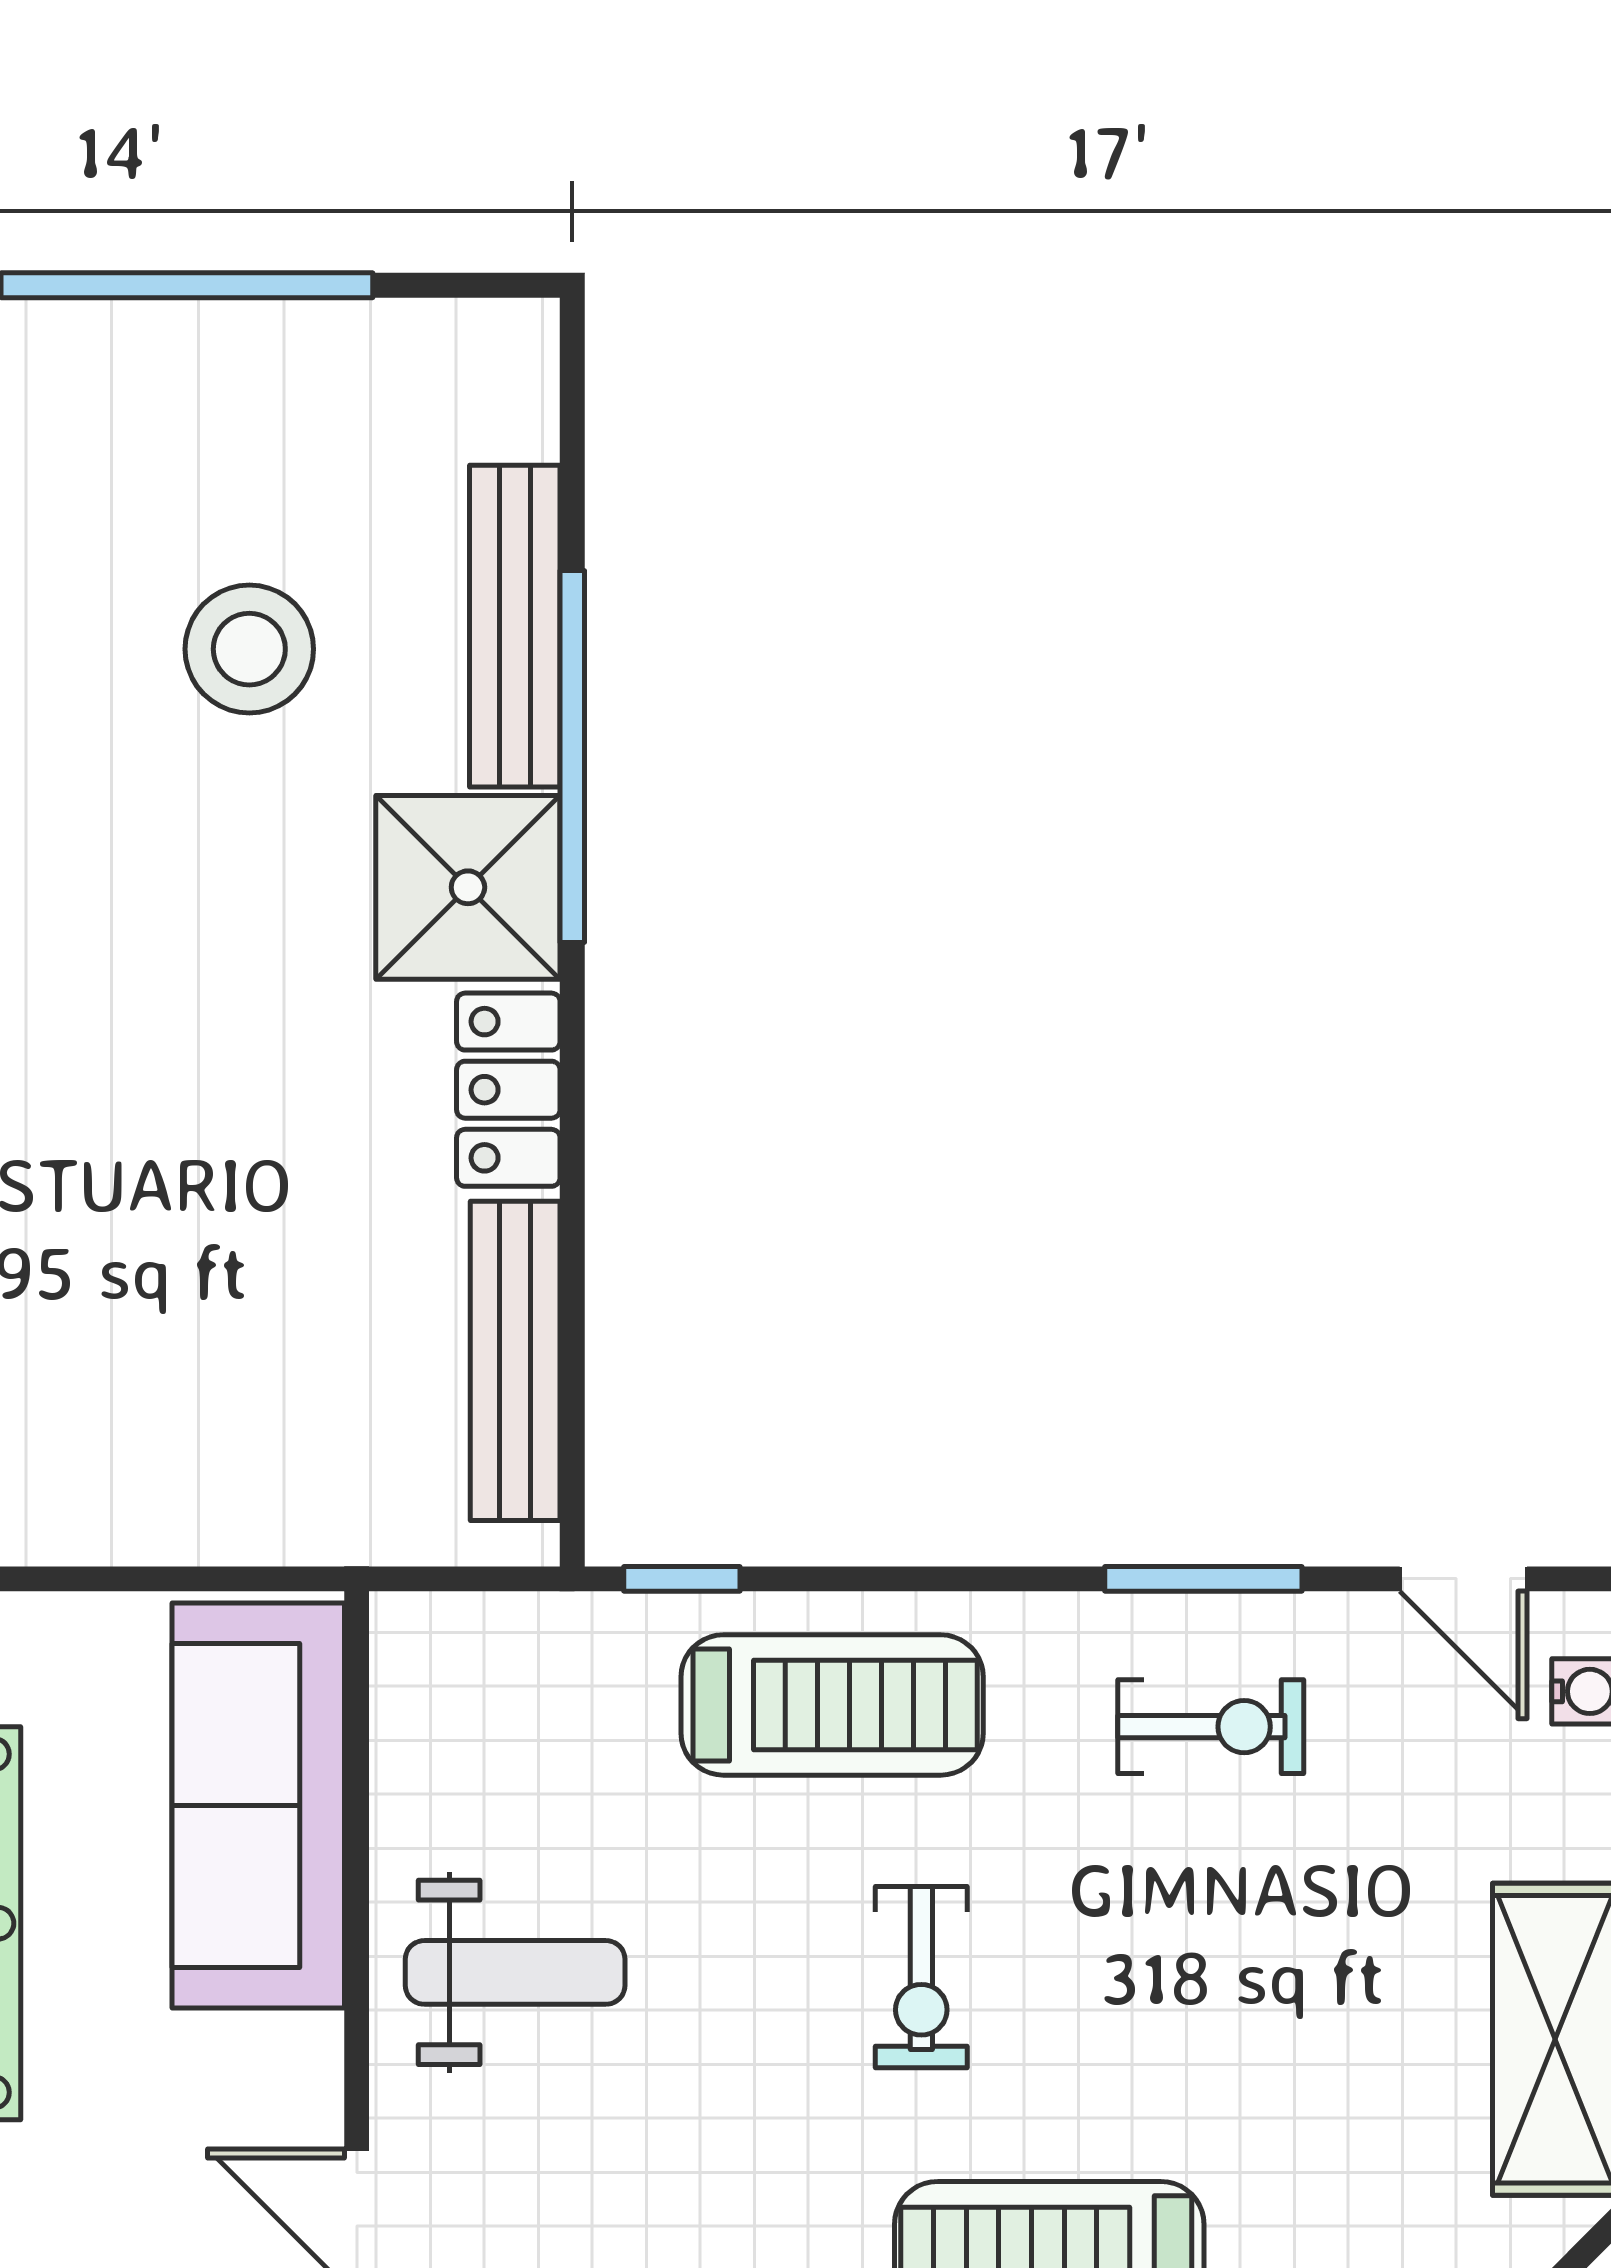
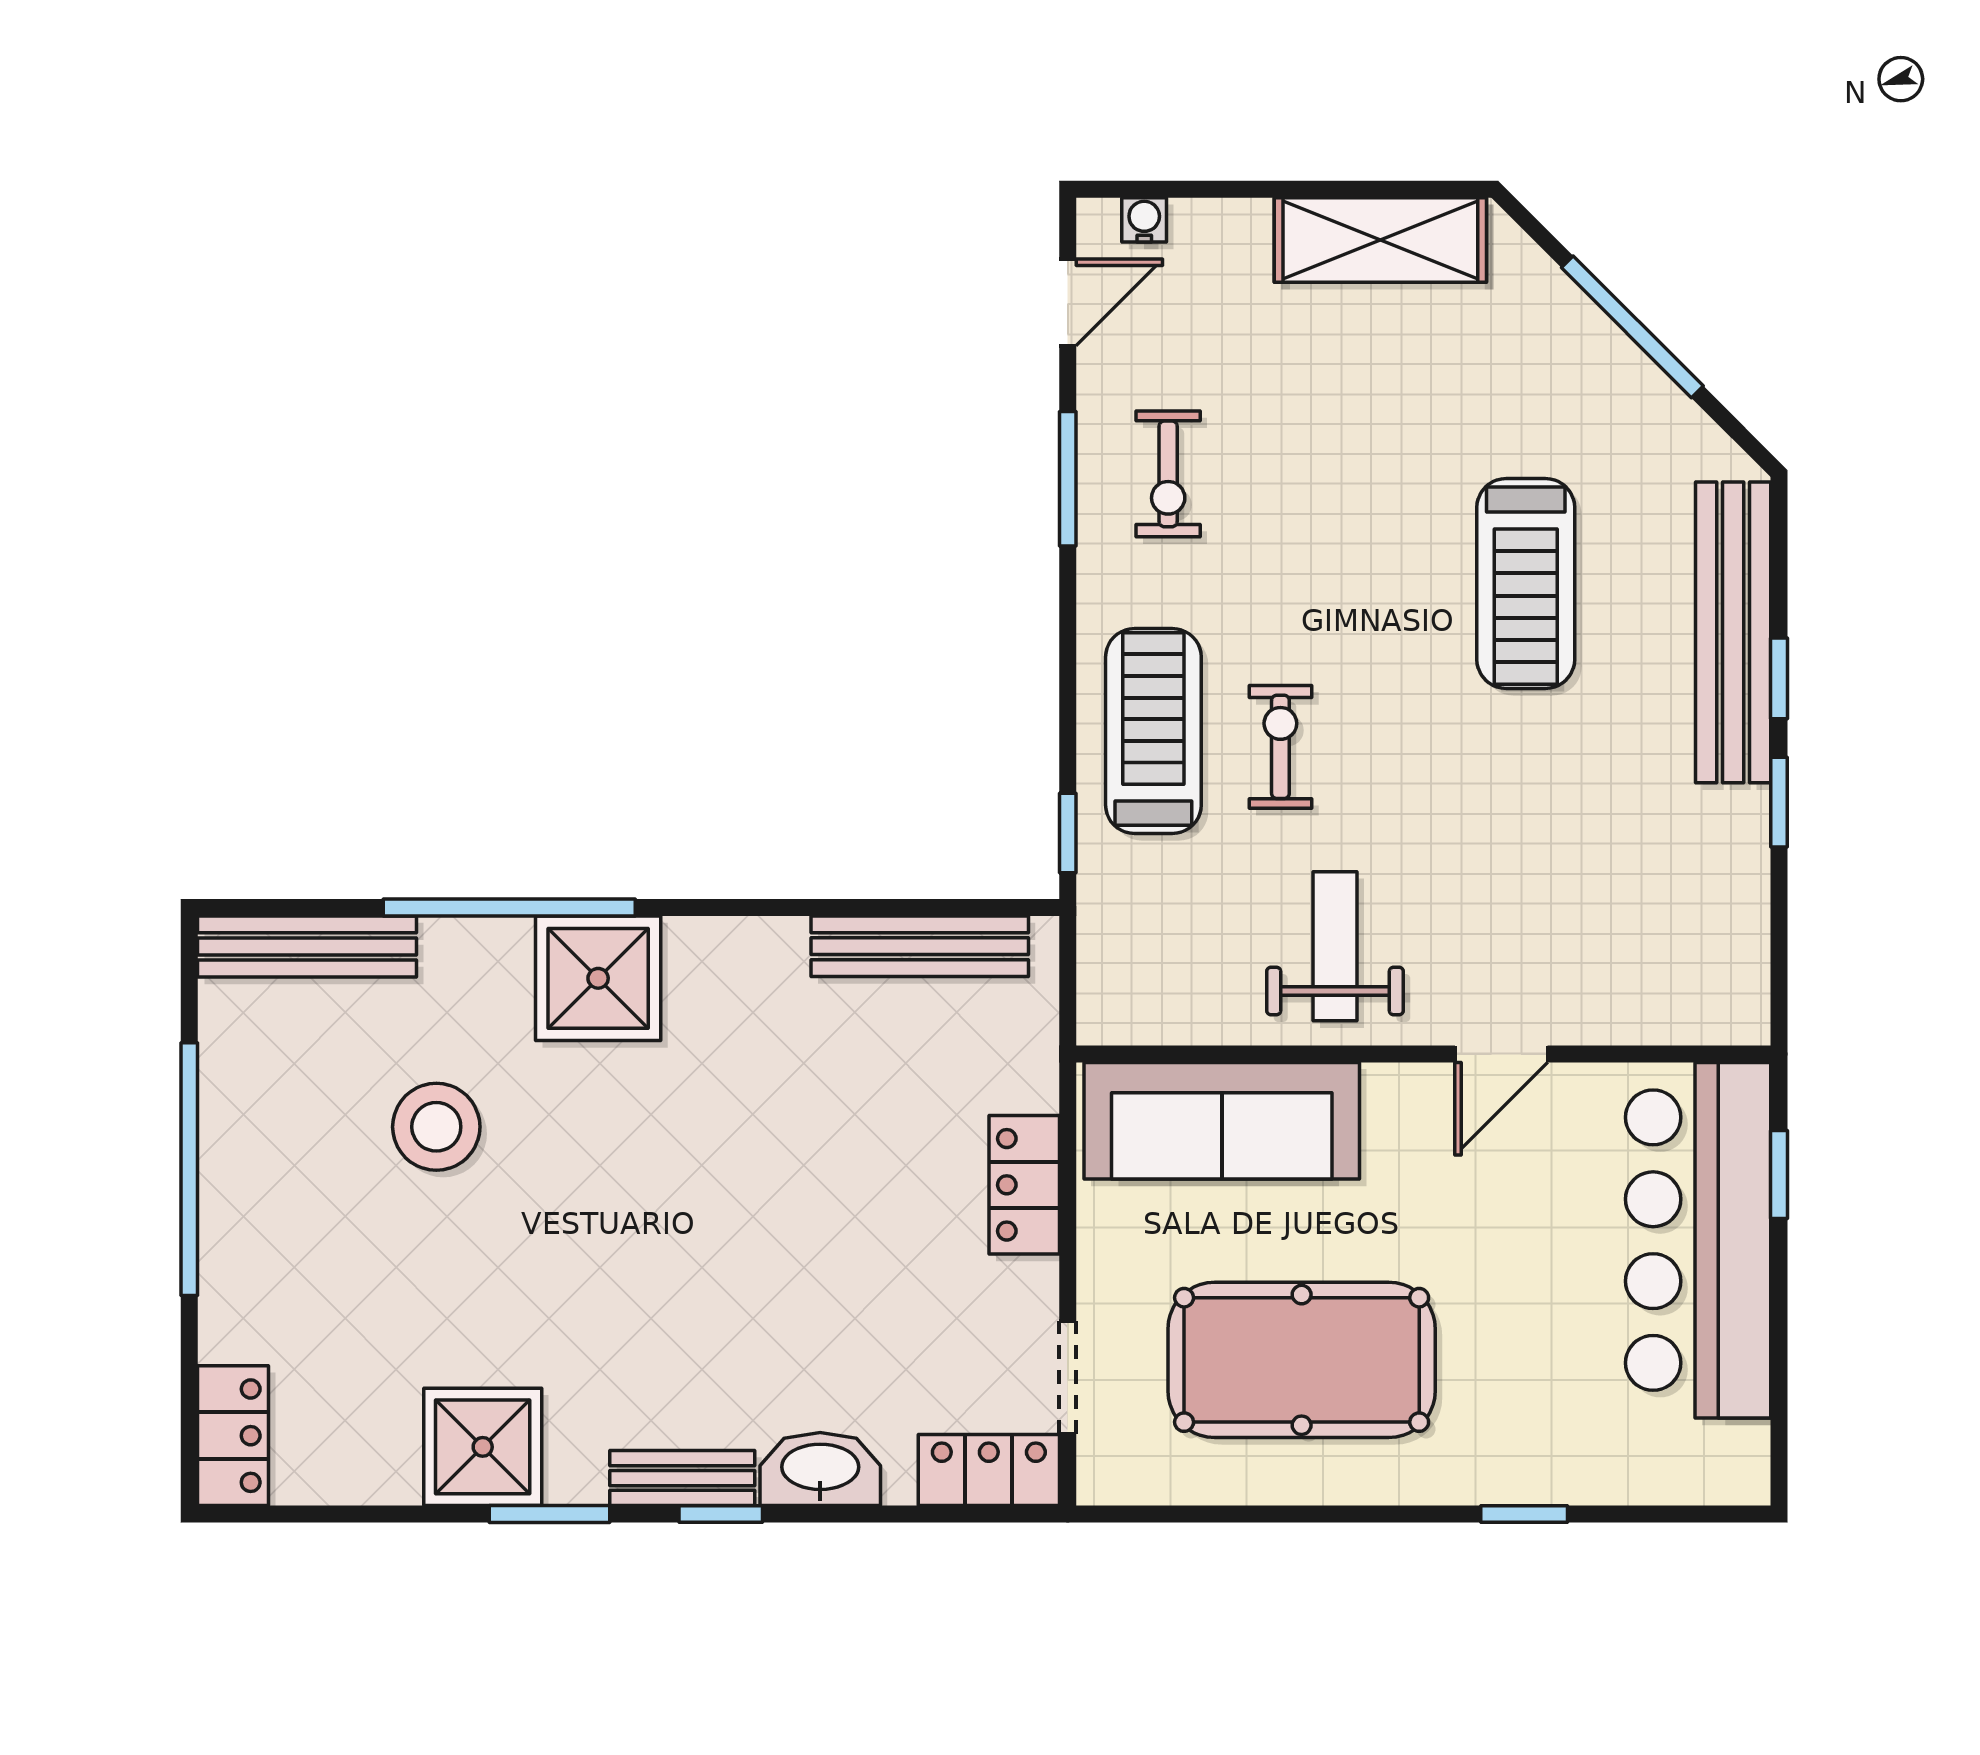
bench: (515, 626) -> (307, 946), moved
locker: (508, 1090) -> (1024, 1185), moved, turned 90
exercise bike: (1211, 1727) -> (1168, 474), turned 180
exercise bike: (921, 1977) -> (1280, 747), moved, turned -90

